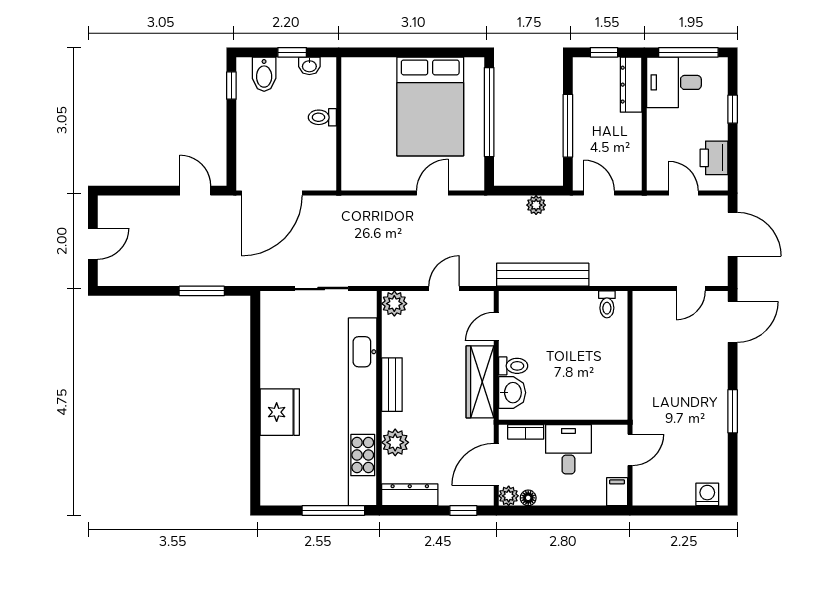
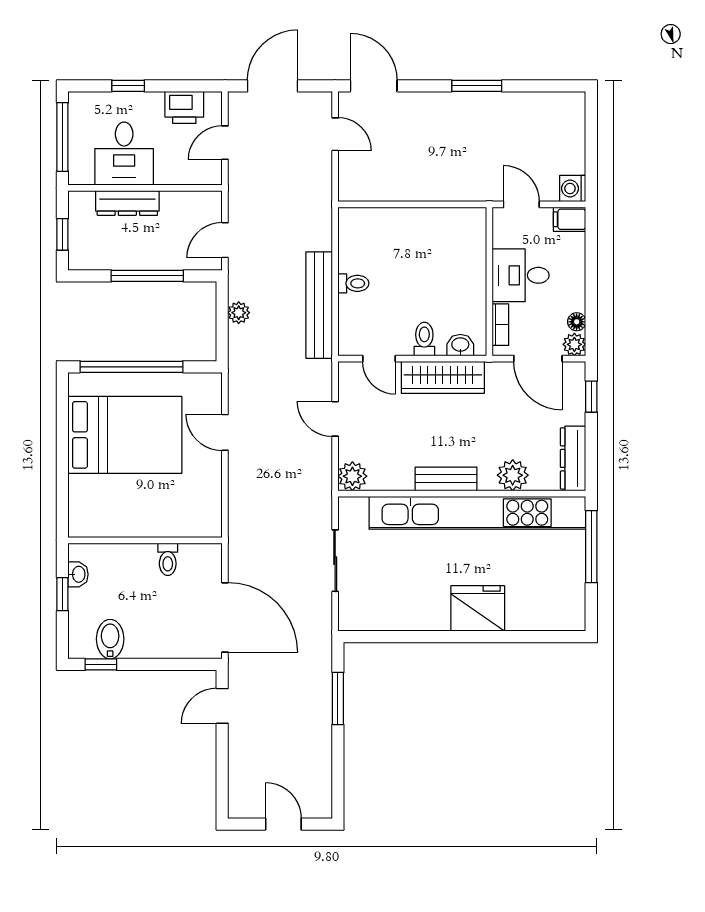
bidet: (264, 74) -> (110, 639), moved, turned -90
desk: (674, 82) -> (124, 154), moved
dresser: (631, 85) -> (127, 203), moved
toilet: (322, 117) -> (168, 559), moved
toilet: (607, 304) -> (353, 283), moved
washbasin: (512, 393) -> (460, 345), width x0.72, depth x0.69
washing machine: (707, 494) -> (573, 189), moved

